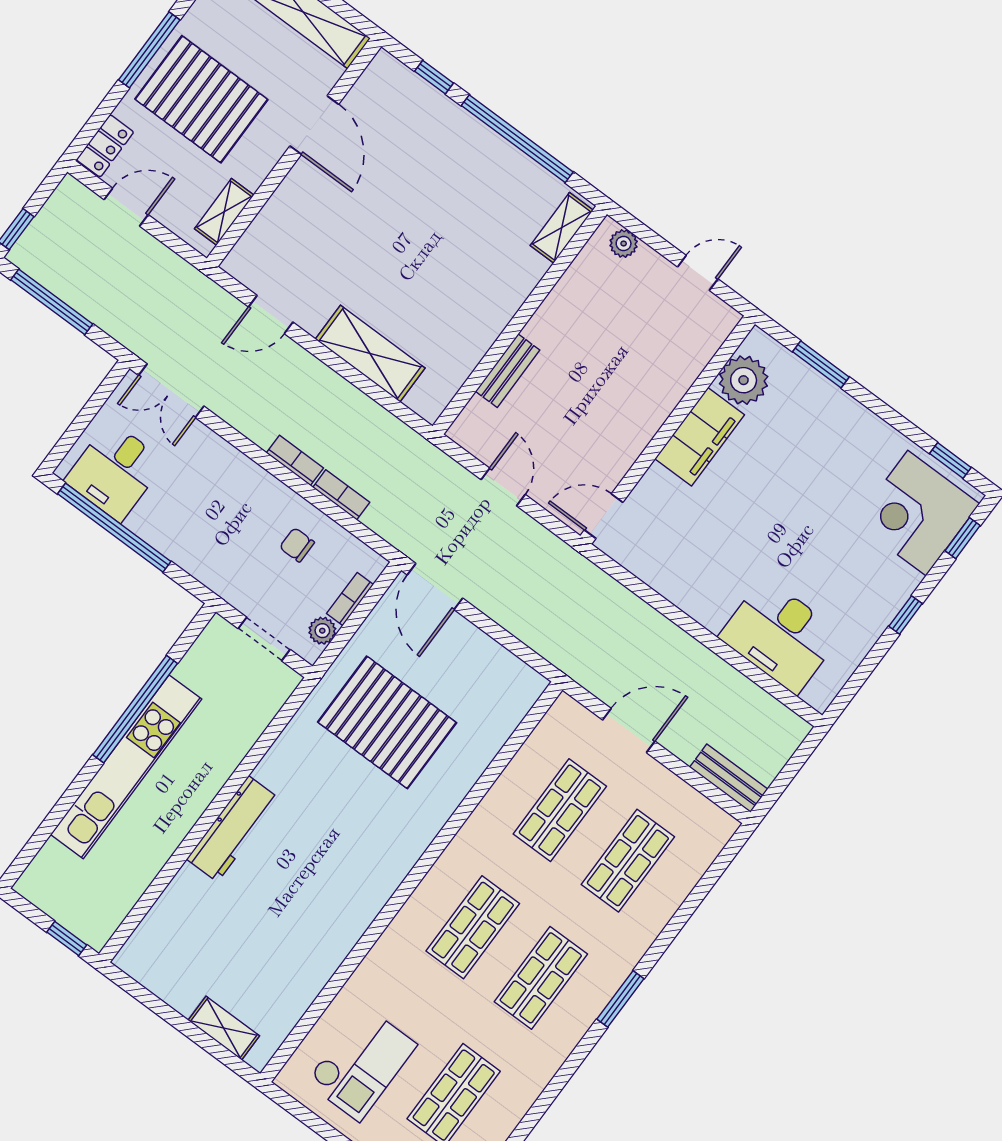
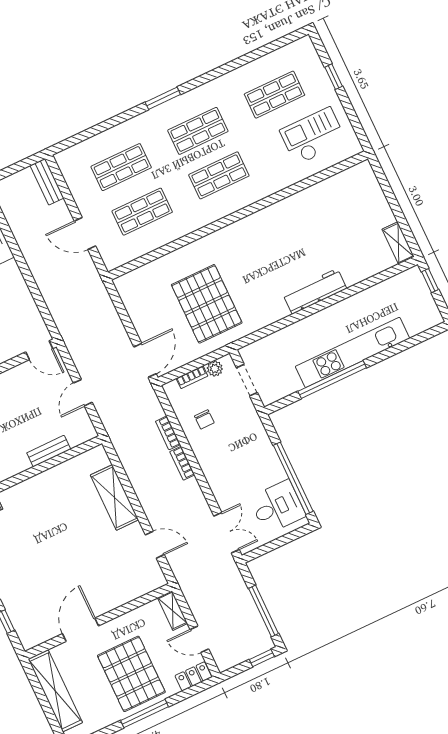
shelving: (224, 212) -> (173, 611), moved, turned 90
shelving: (224, 1028) -> (398, 243), moved

